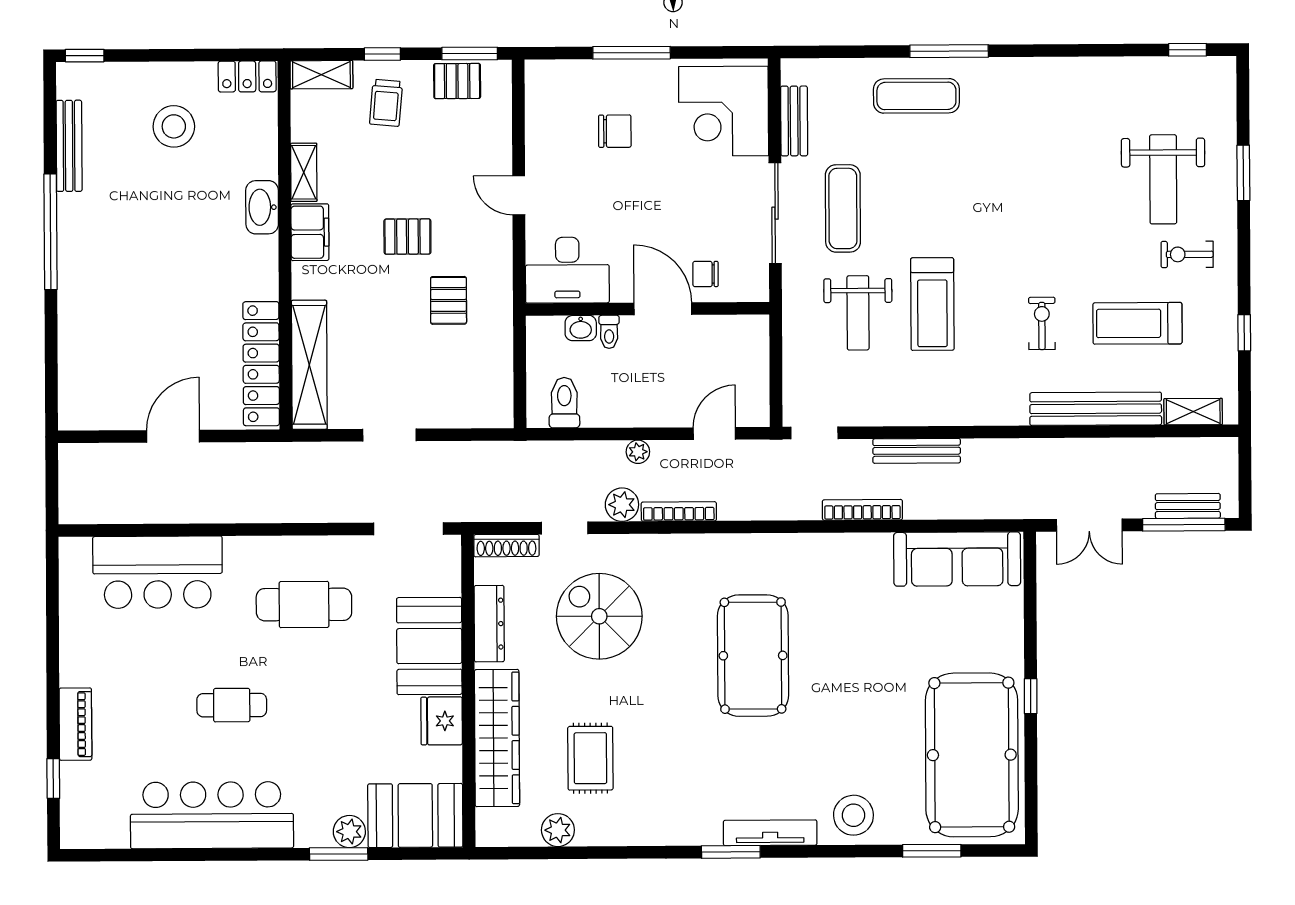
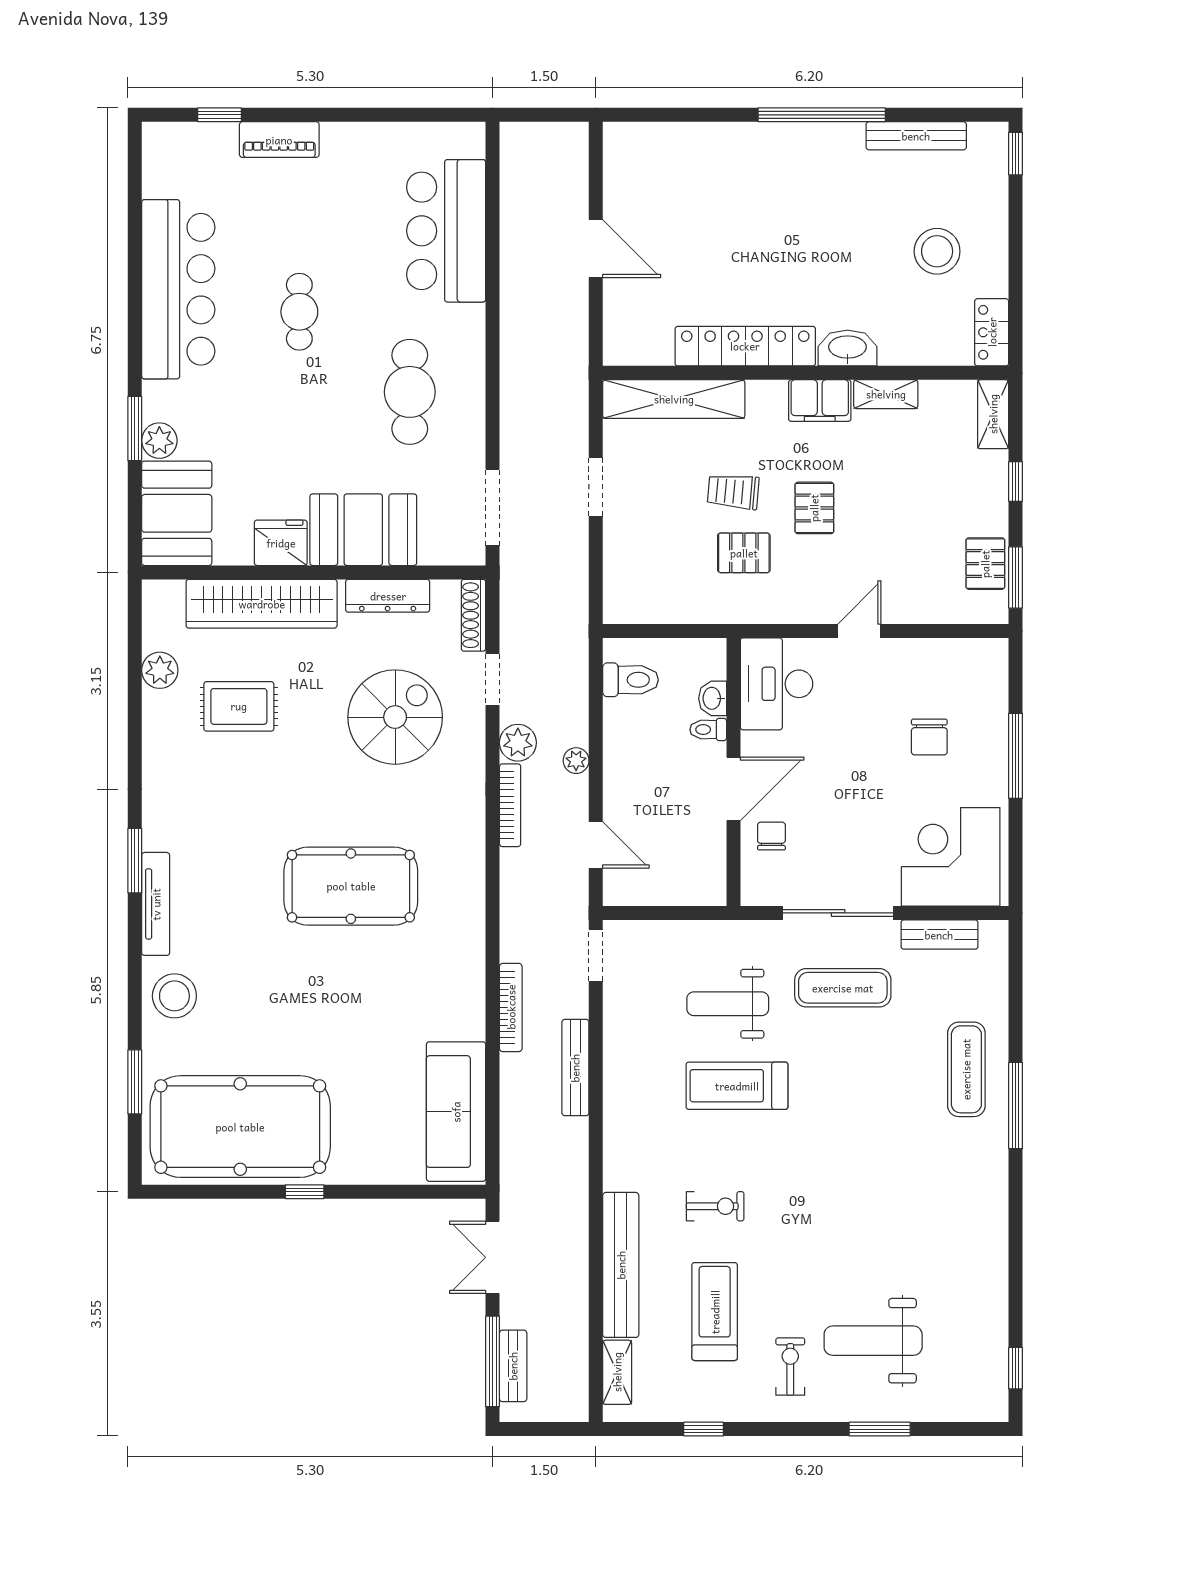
trolley: (386, 103) -> (733, 492), moved
locker: (261, 364) -> (745, 346), moved

